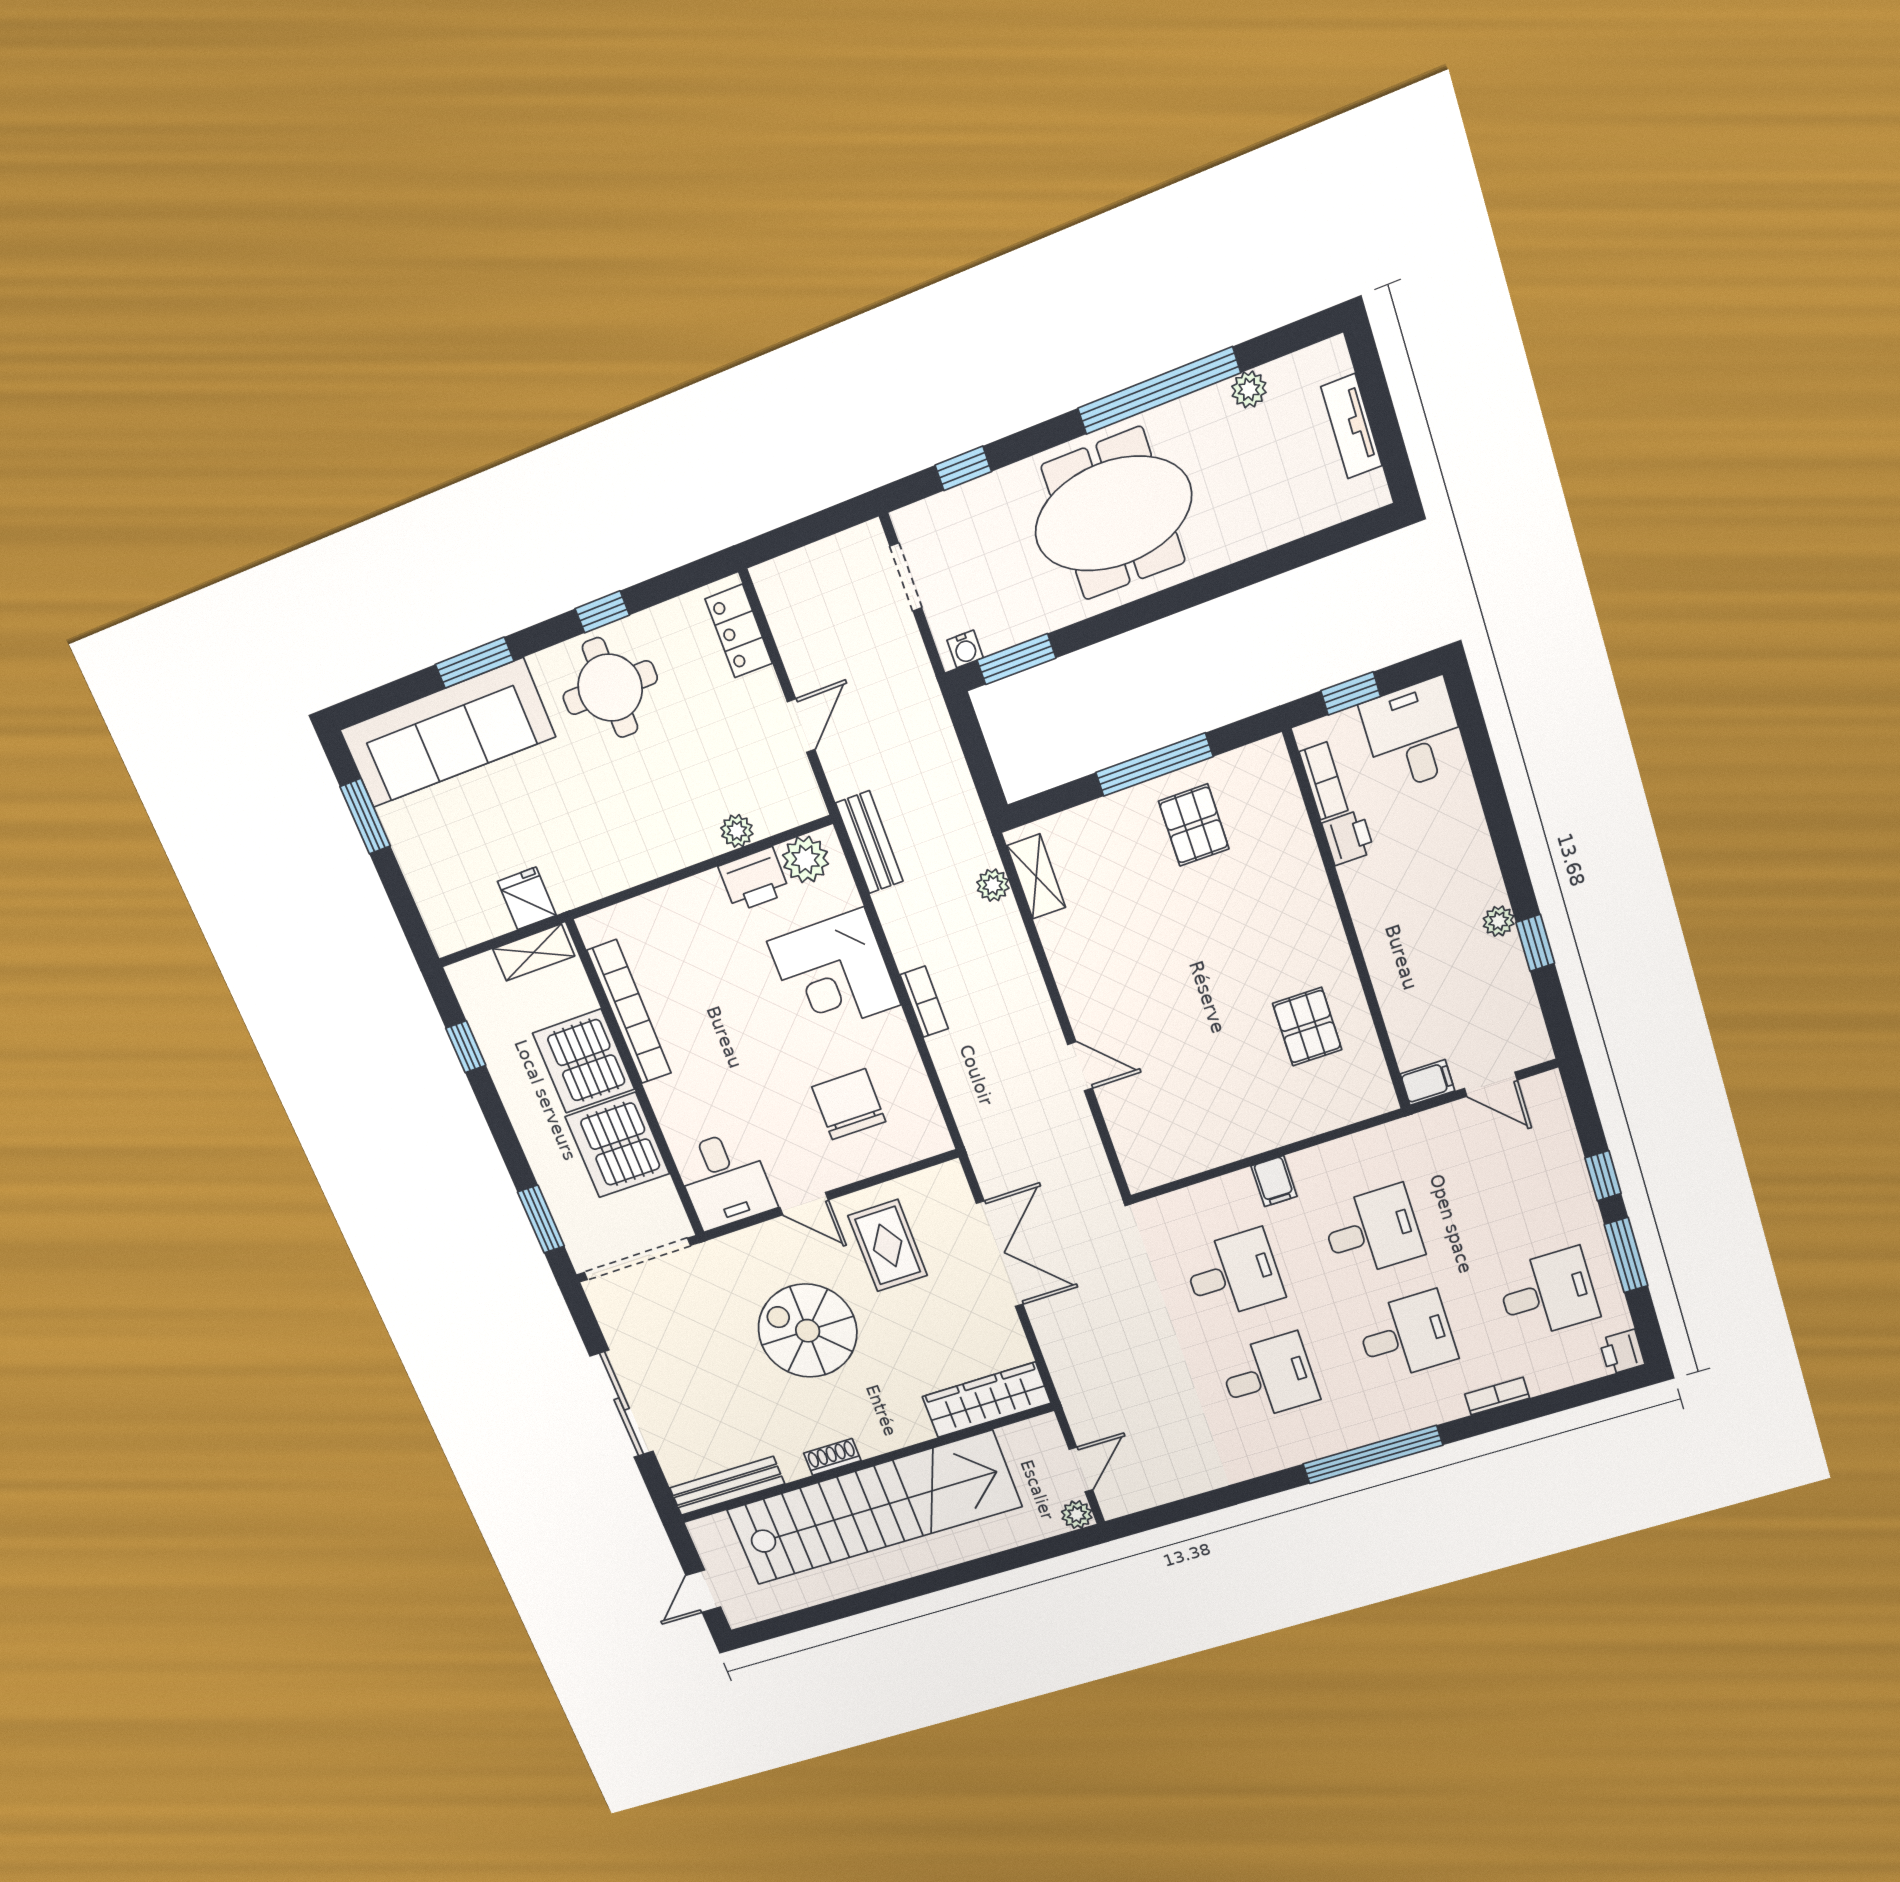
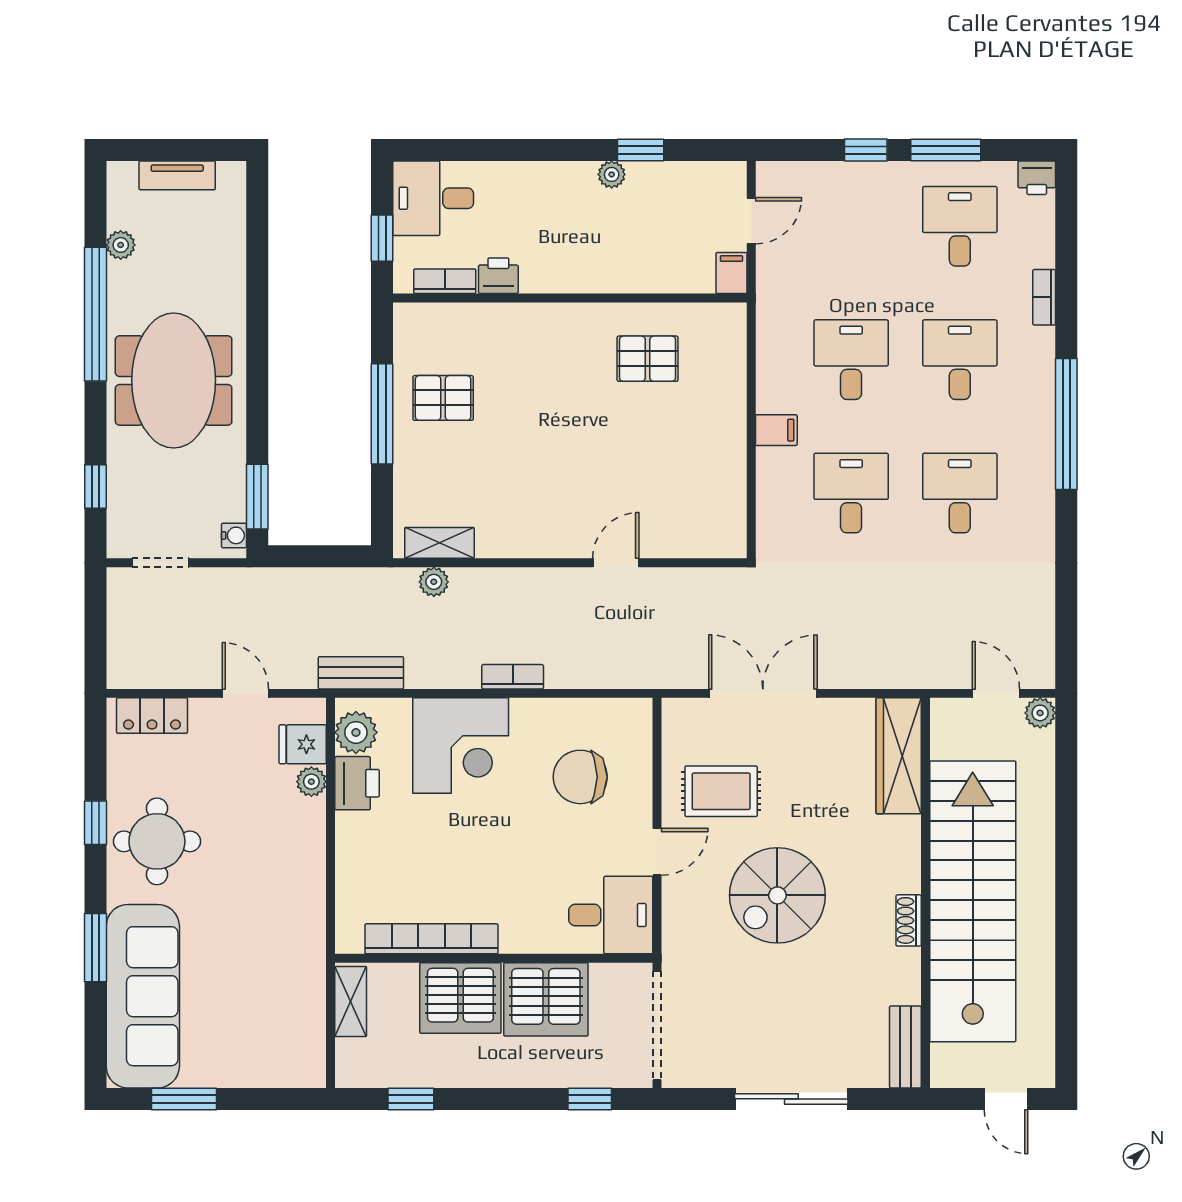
fridge: (527, 898) -> (303, 744), moved
window: (541, 1219) -> (590, 1099), width x0.67
bench: (727, 1486) -> (905, 1047), width x0.73

